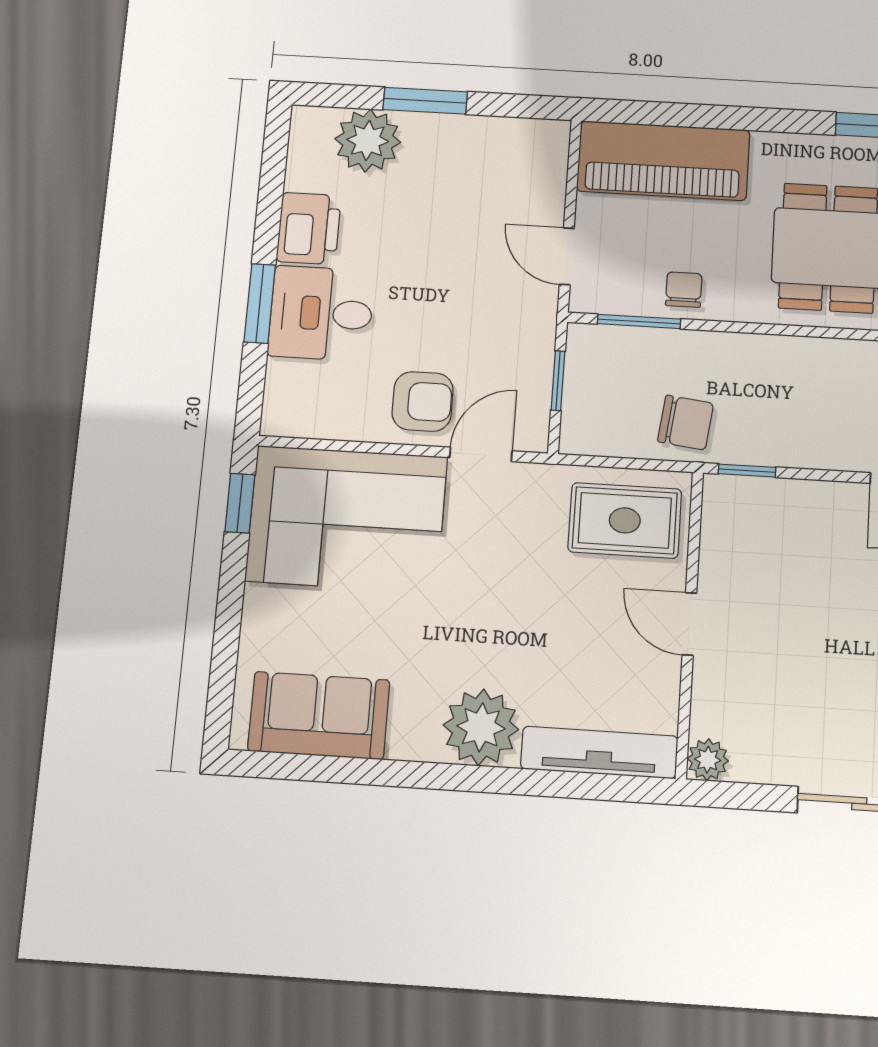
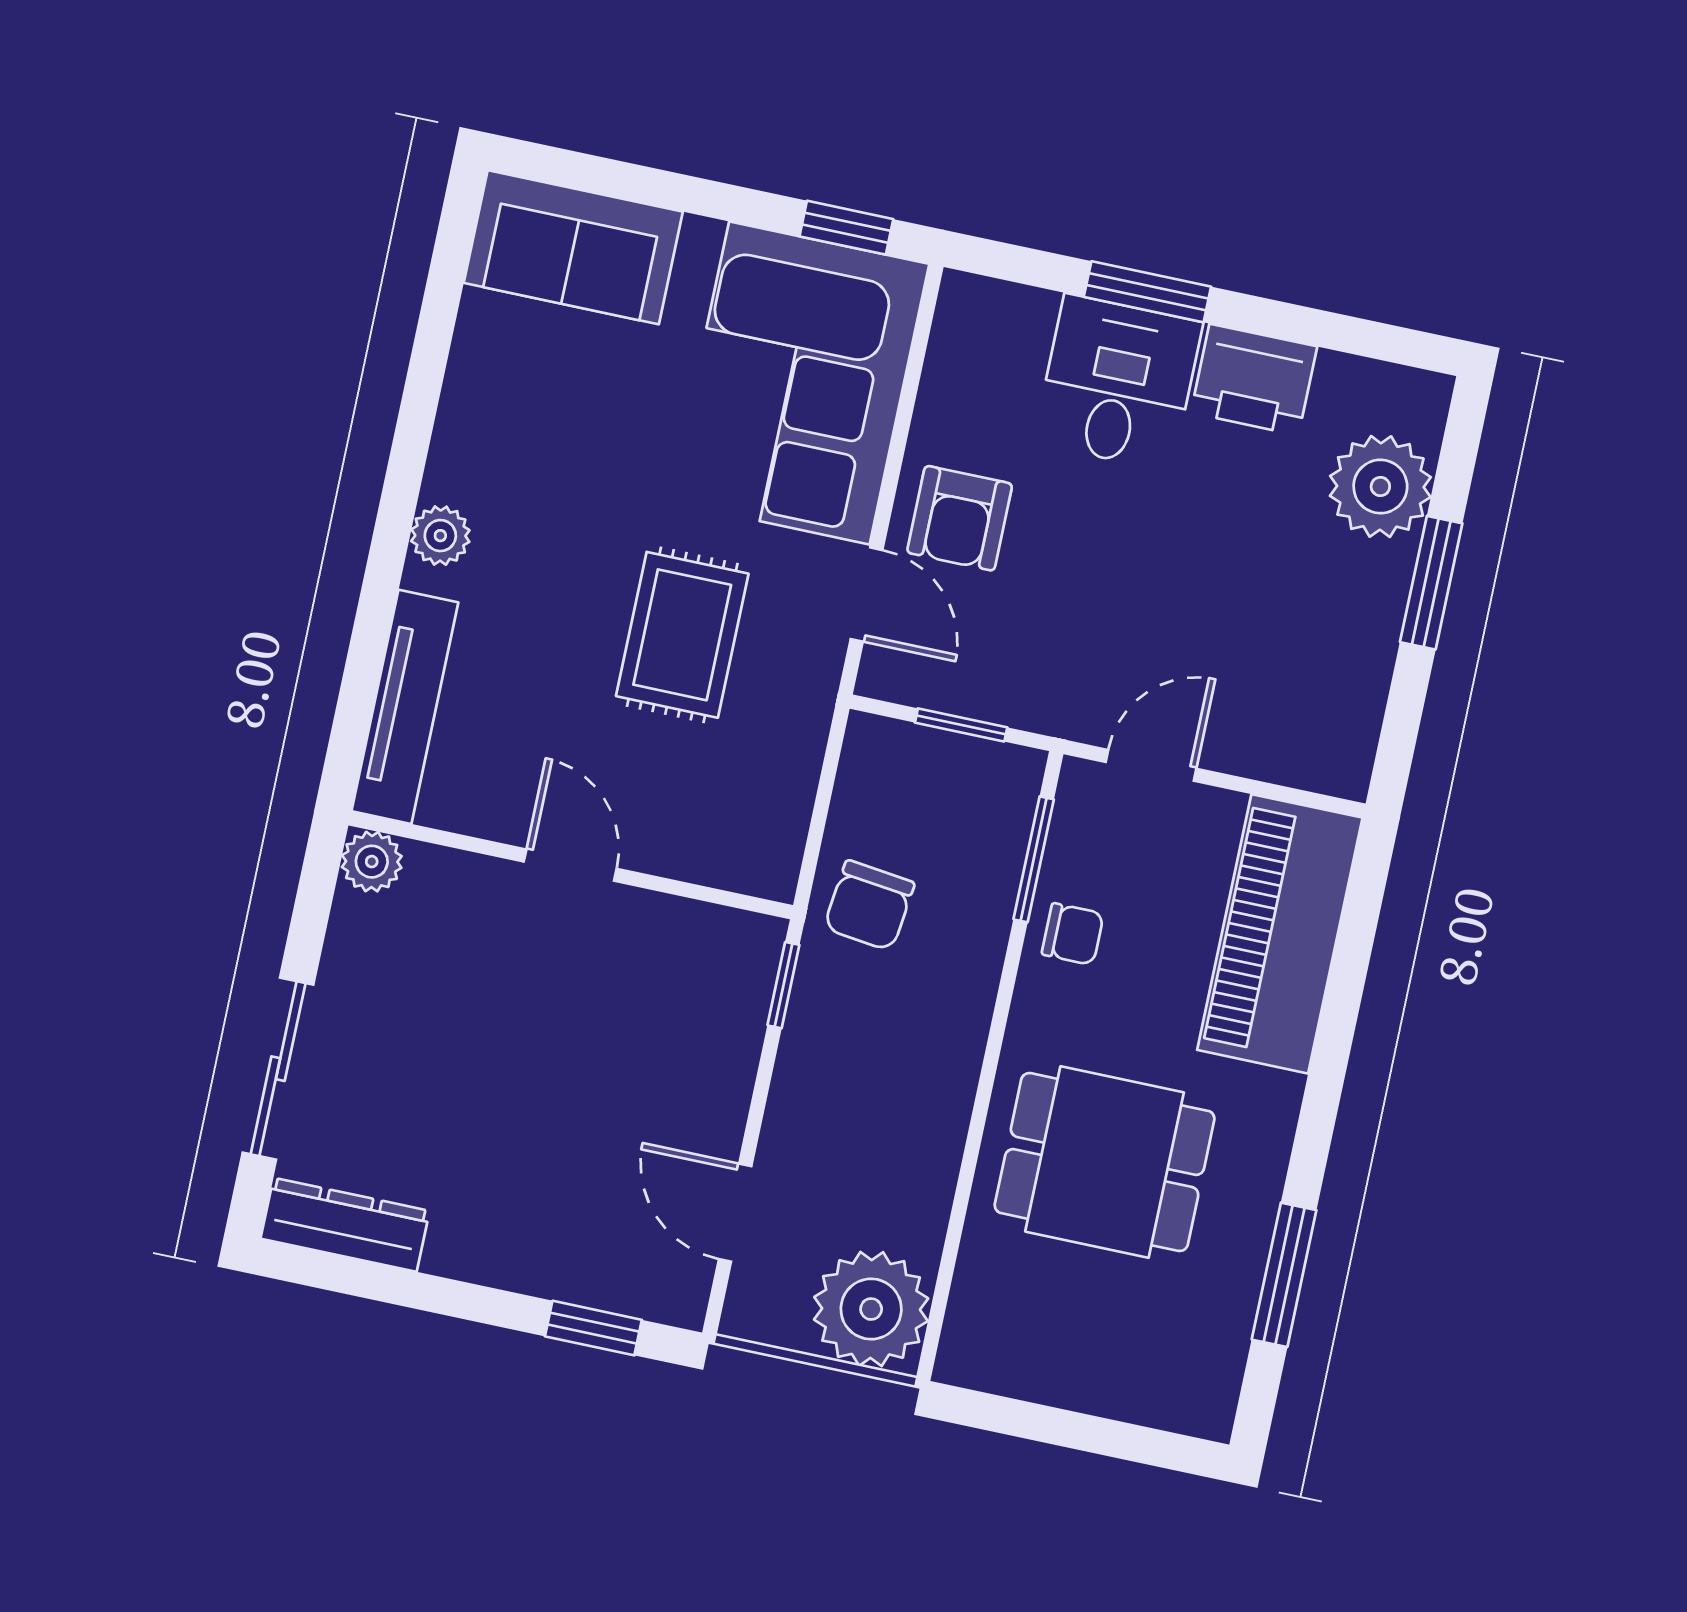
rug: (625, 520) -> (682, 635), moved
door: (689, 624) -> (570, 865), hinge flipped
sofa: (319, 715) -> (573, 247), moved, turned 90
plant: (481, 727) -> (440, 536), width x0.53, depth x0.53

